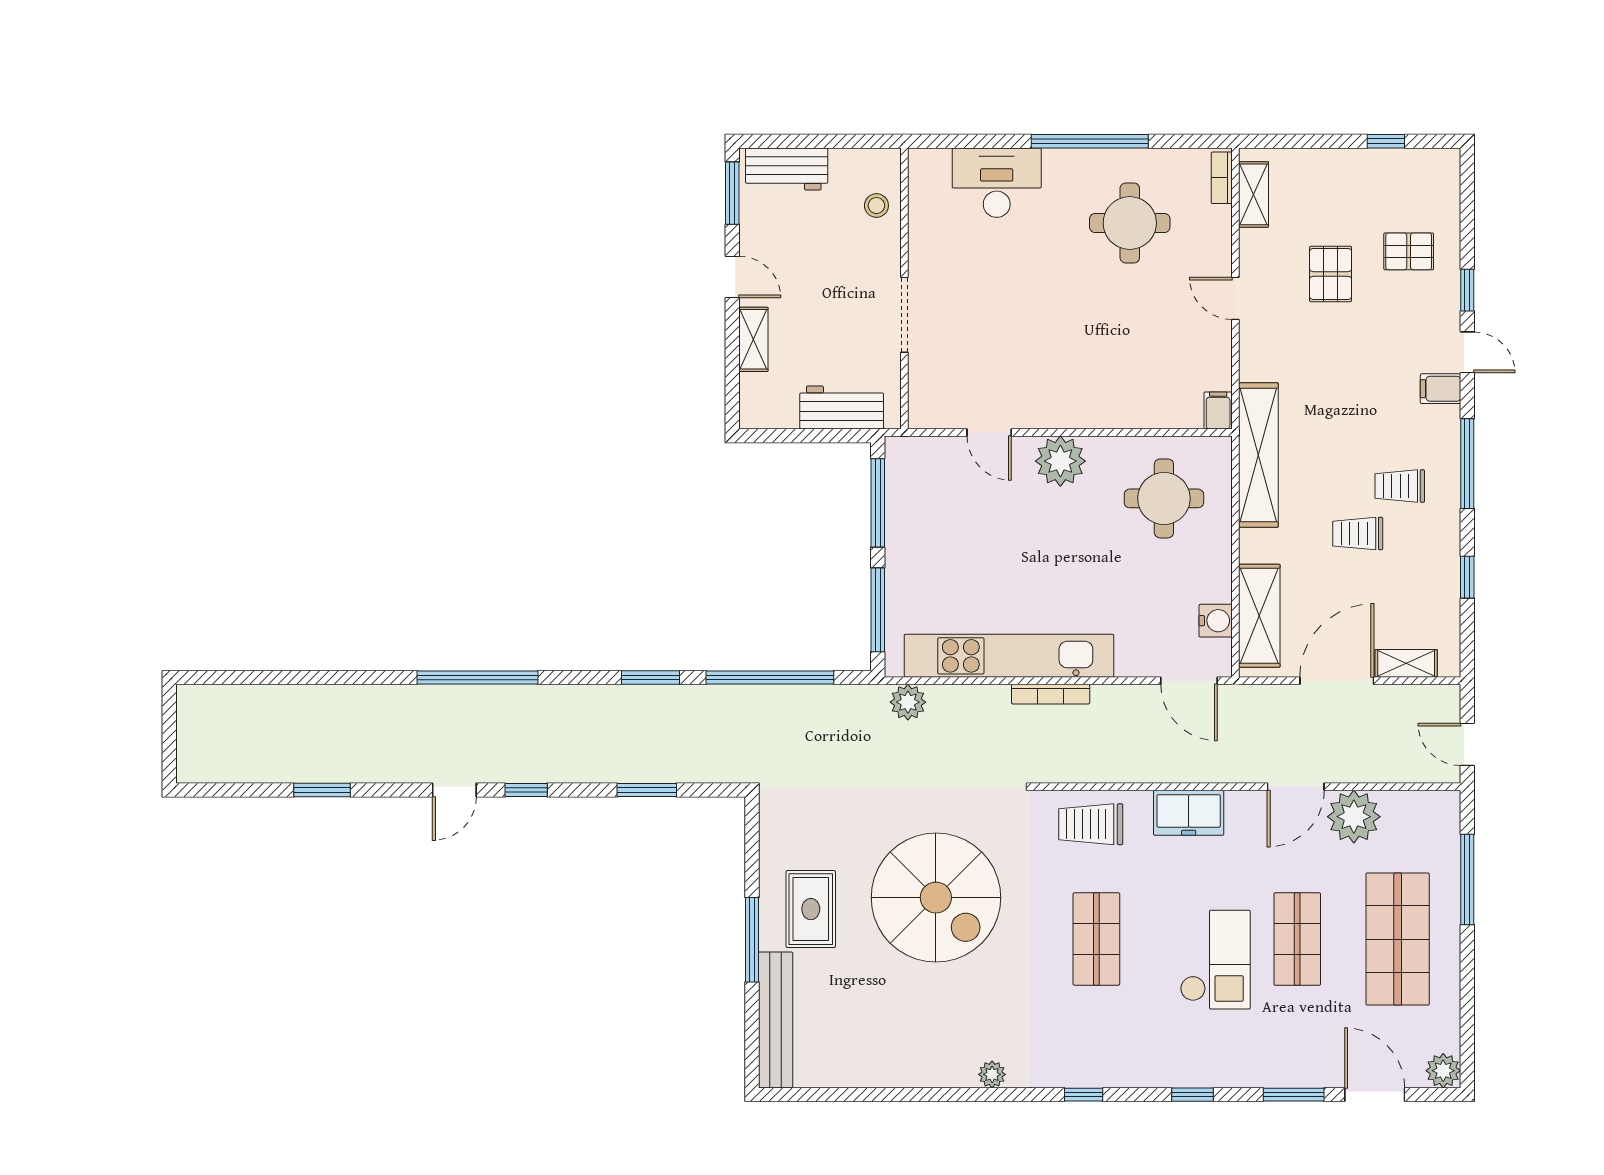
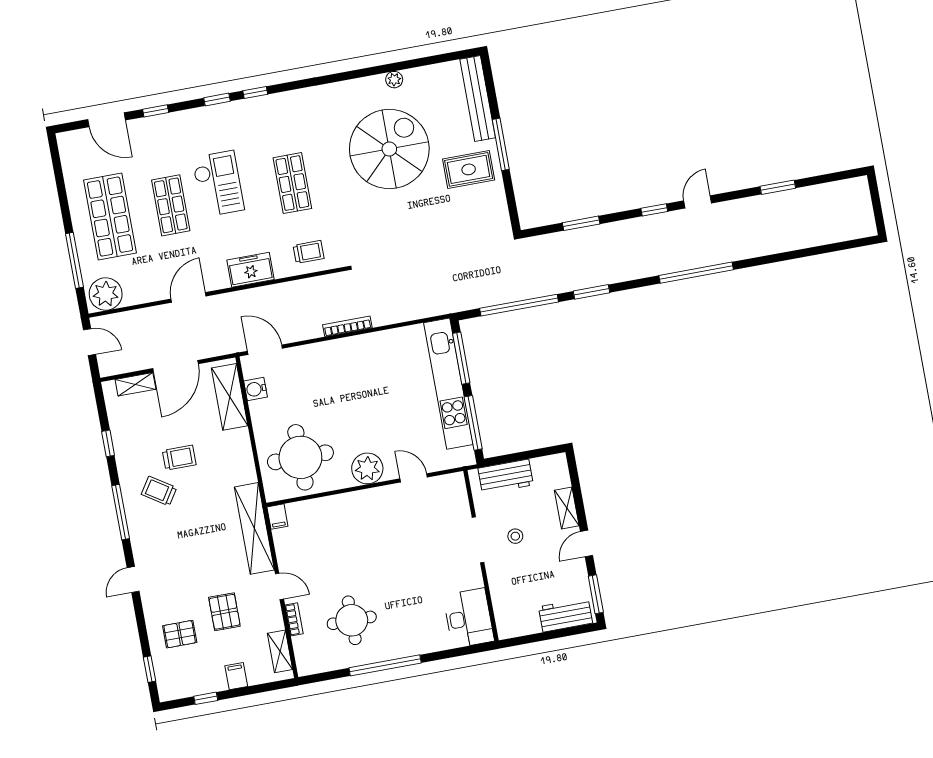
bookcase: (1222, 178) -> (294, 619), moved
desk: (997, 183) -> (469, 618), moved, turned -90
stool: (876, 206) -> (515, 536), moved
door: (732, 277) -> (586, 543), hinge flipped
window: (1467, 290) -> (150, 669), moved
door: (1467, 352) -> (133, 579), hinge flipped
filing cabinet: (1441, 389) -> (236, 676), moved, turned -90
shelving: (1258, 455) -> (254, 528), moved
trolley: (1400, 486) -> (159, 491), turned -147
round table: (1164, 498) -> (300, 457), width x1.36, depth x1.36
kitchen unit: (1009, 656) -> (448, 384), moved, turned 90
plant: (908, 702) -> (433, 306), removed
plant: (1354, 817) -> (106, 294), moved
trolley: (1091, 824) -> (309, 252), width x0.73, depth x0.72
spiral stairs: (936, 898) -> (389, 149), moved, turned 90
rug: (811, 909) -> (469, 169), turned 90
checkout: (1215, 960) -> (218, 184), turned 180
plant: (1443, 1071) -> (68, 142), removed
plant: (992, 1074) -> (394, 80), moved
window: (1084, 1095) -> (255, 92), moved
window: (1294, 1095) -> (156, 111), width x0.67

